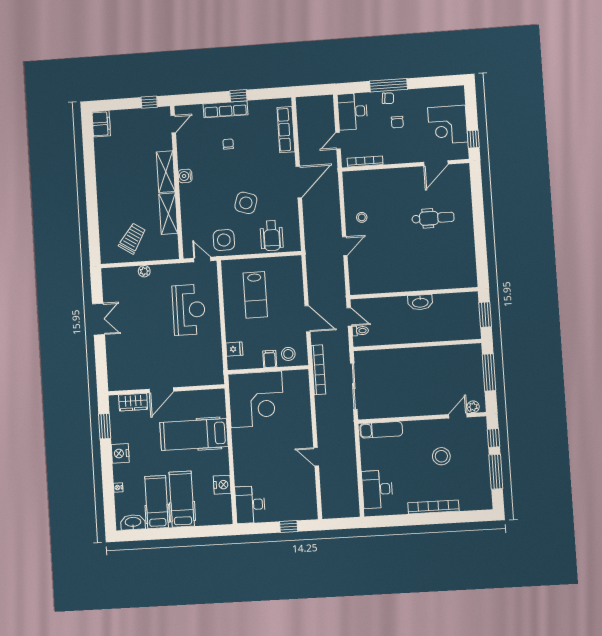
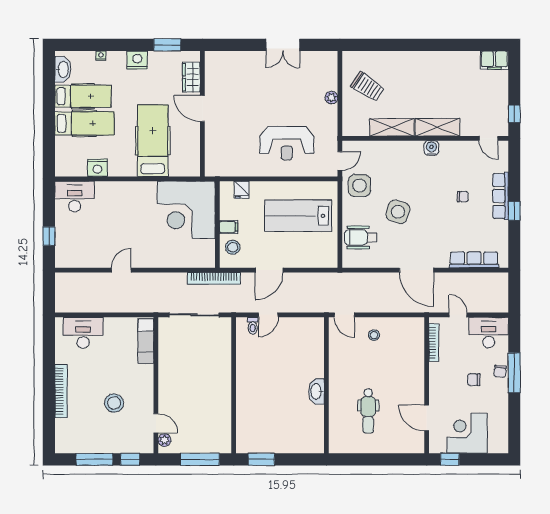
wall: (414, 293) -> (326, 385), moved
lab bench: (255, 295) -> (298, 216), width x1.36, depth x1.39
washbasin: (420, 302) -> (316, 391), moved

